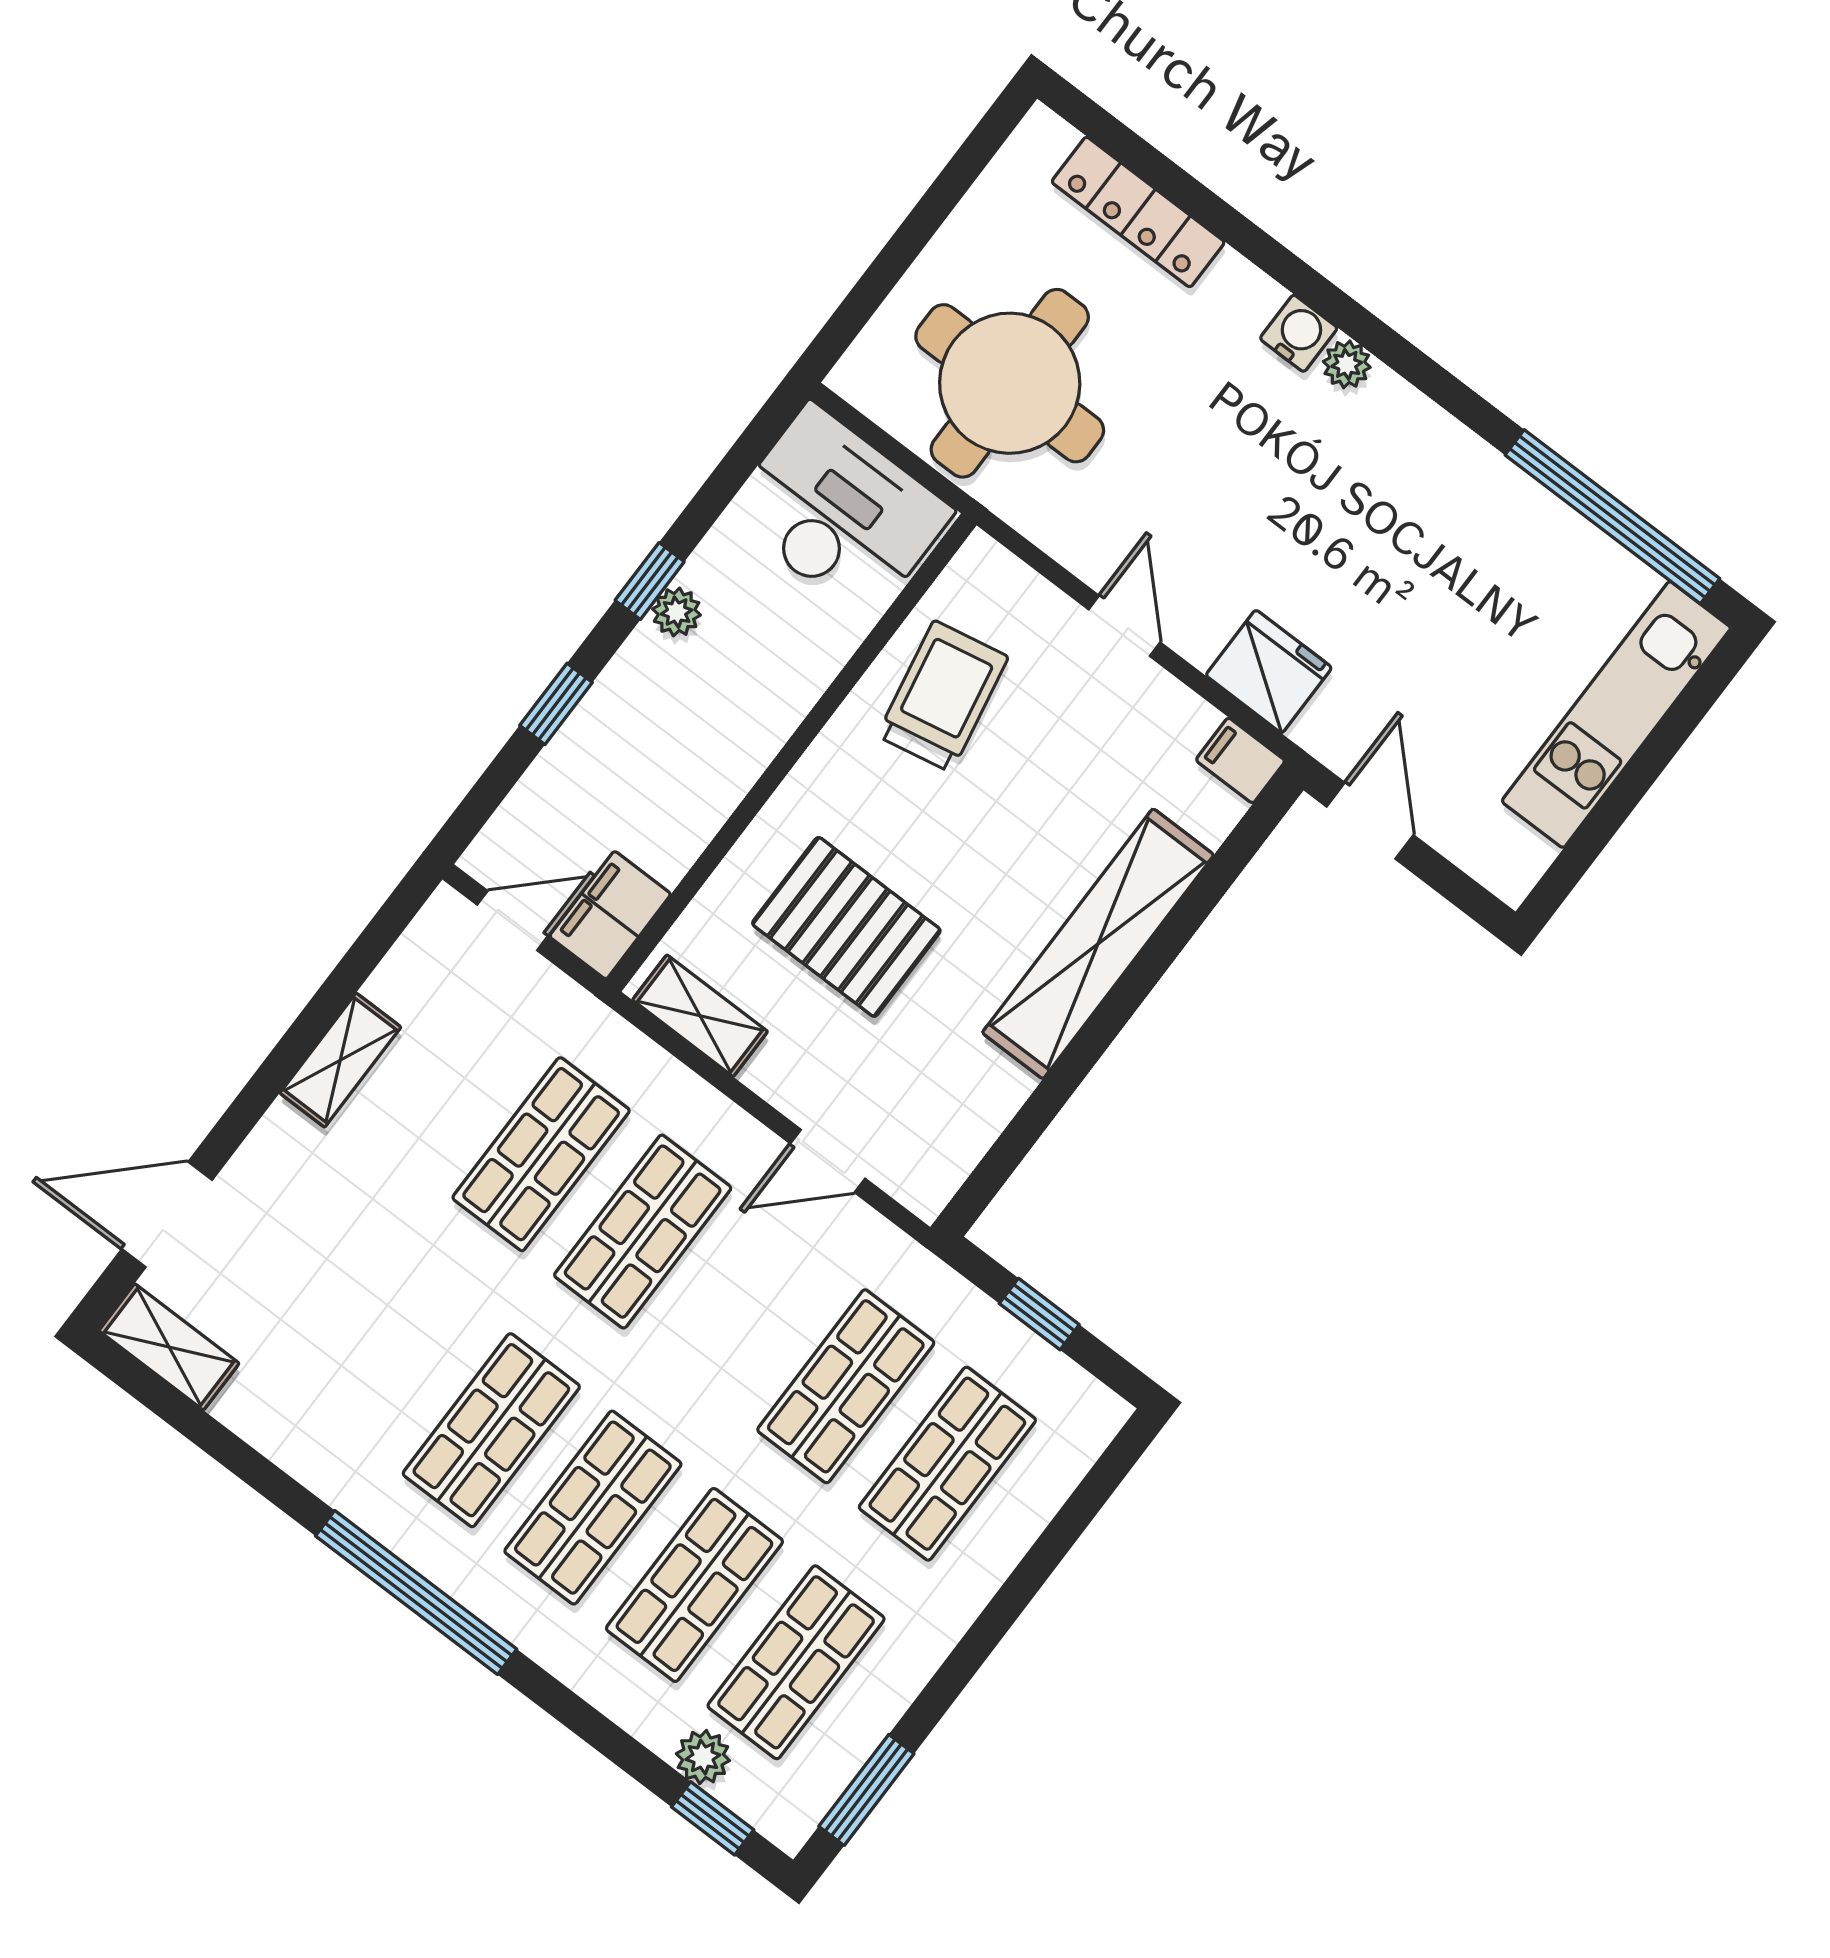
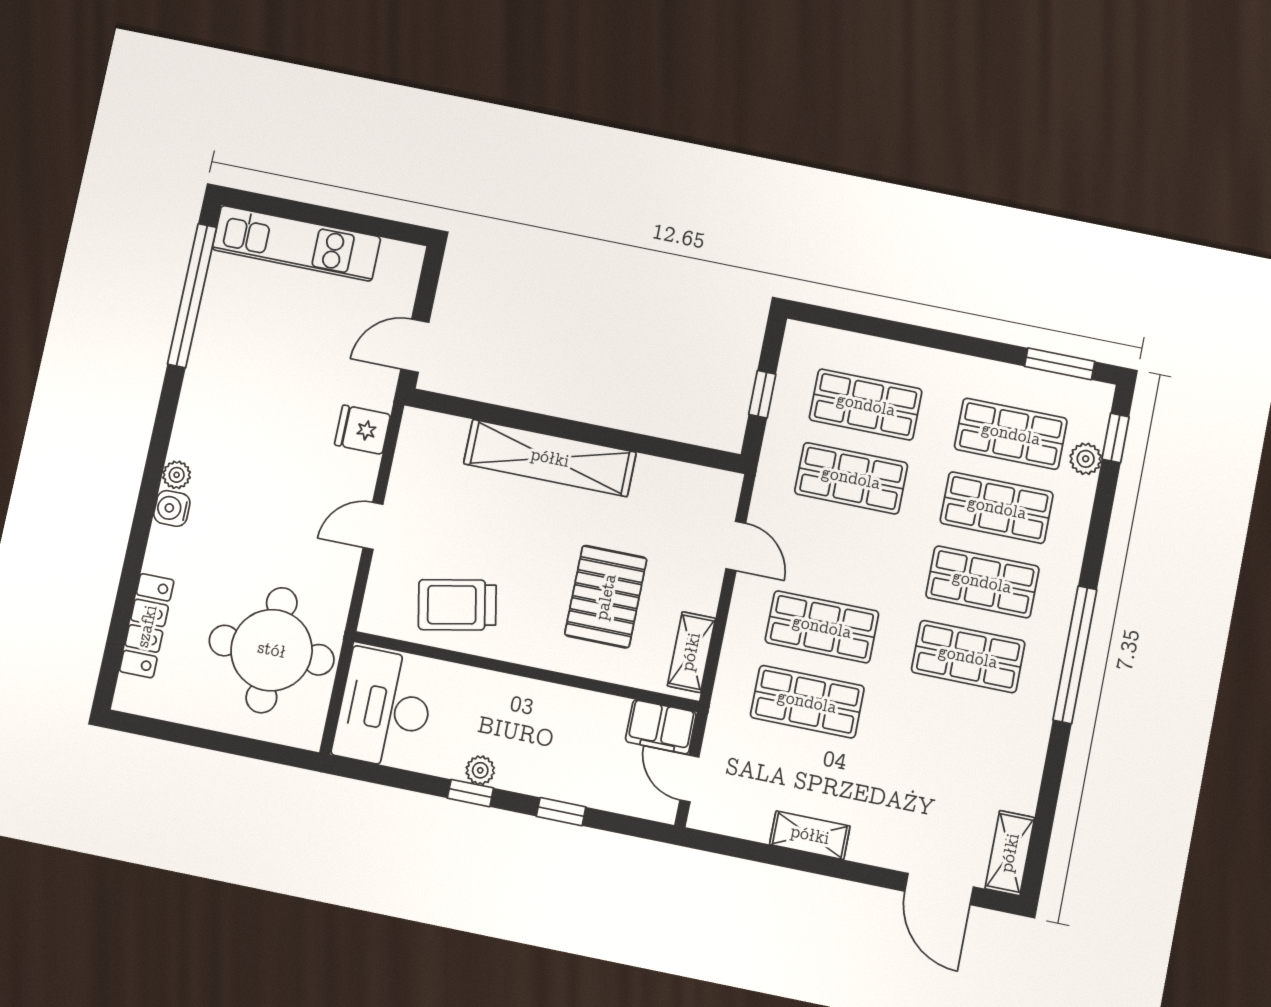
fridge: (1269, 671) -> (362, 430), width x0.72
filing cabinet: (1241, 760) -> (416, 429), removed

